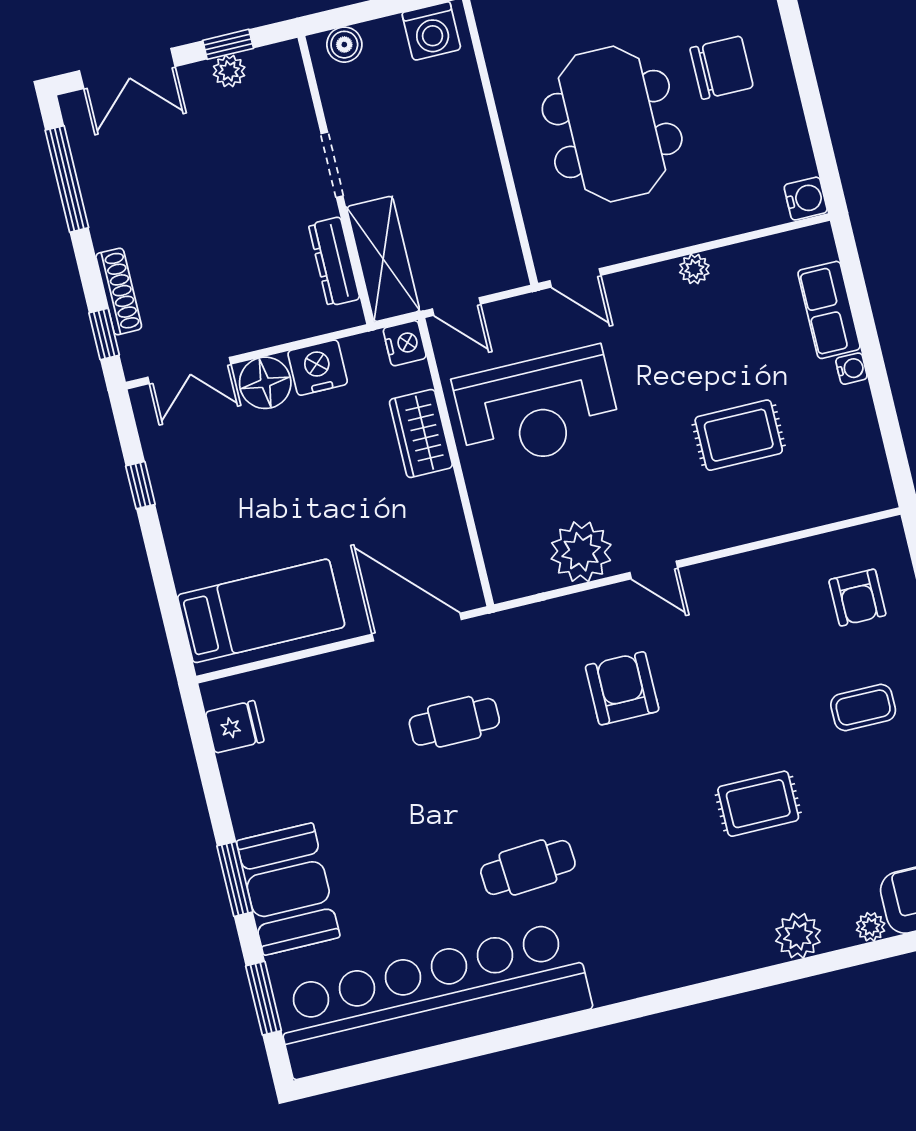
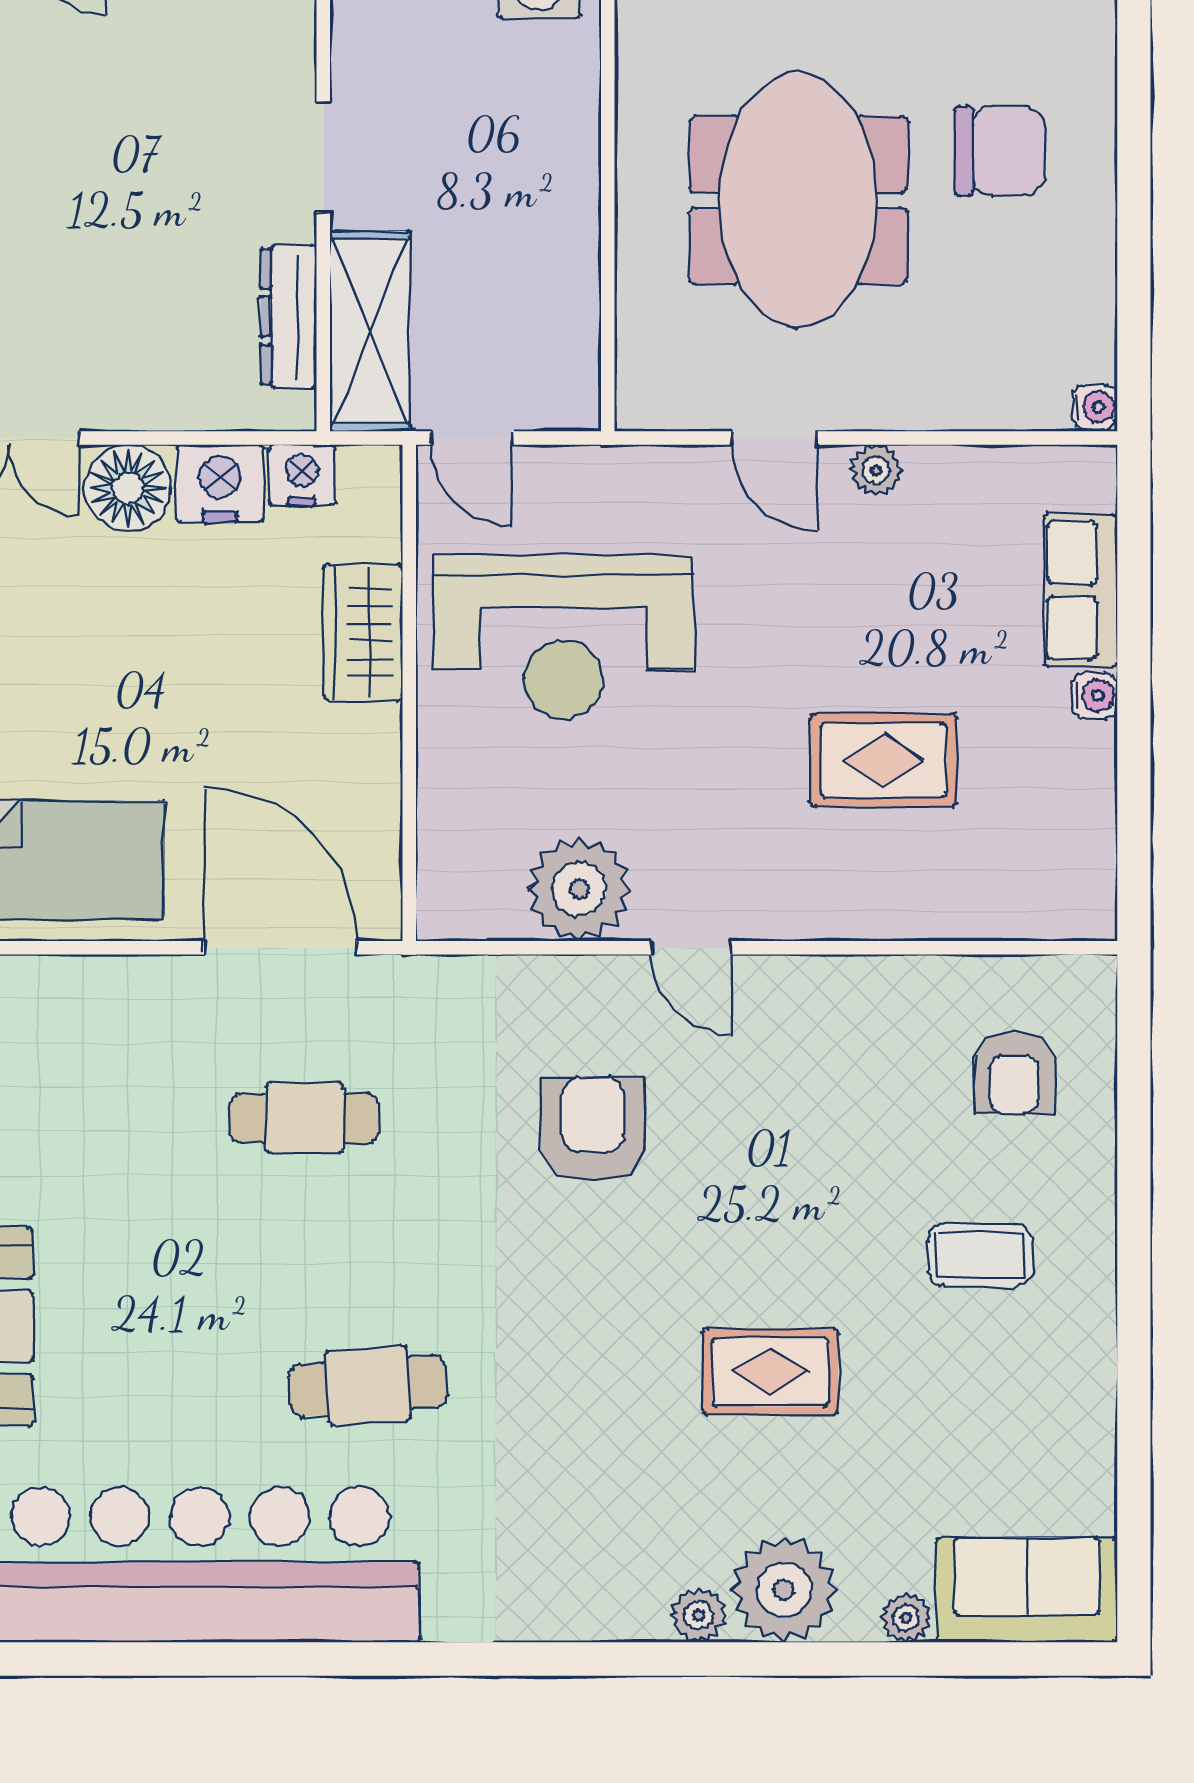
water cooler: (806, 199) -> (1095, 407), width x0.72, depth x0.72
door: (575, 278) -> (774, 438), moved
nightstand: (405, 343) -> (302, 475), moved, turned -90
plant: (798, 936) -> (784, 1590), width x1.36, depth x1.36
plant: (750, 954) -> (698, 1615), added

